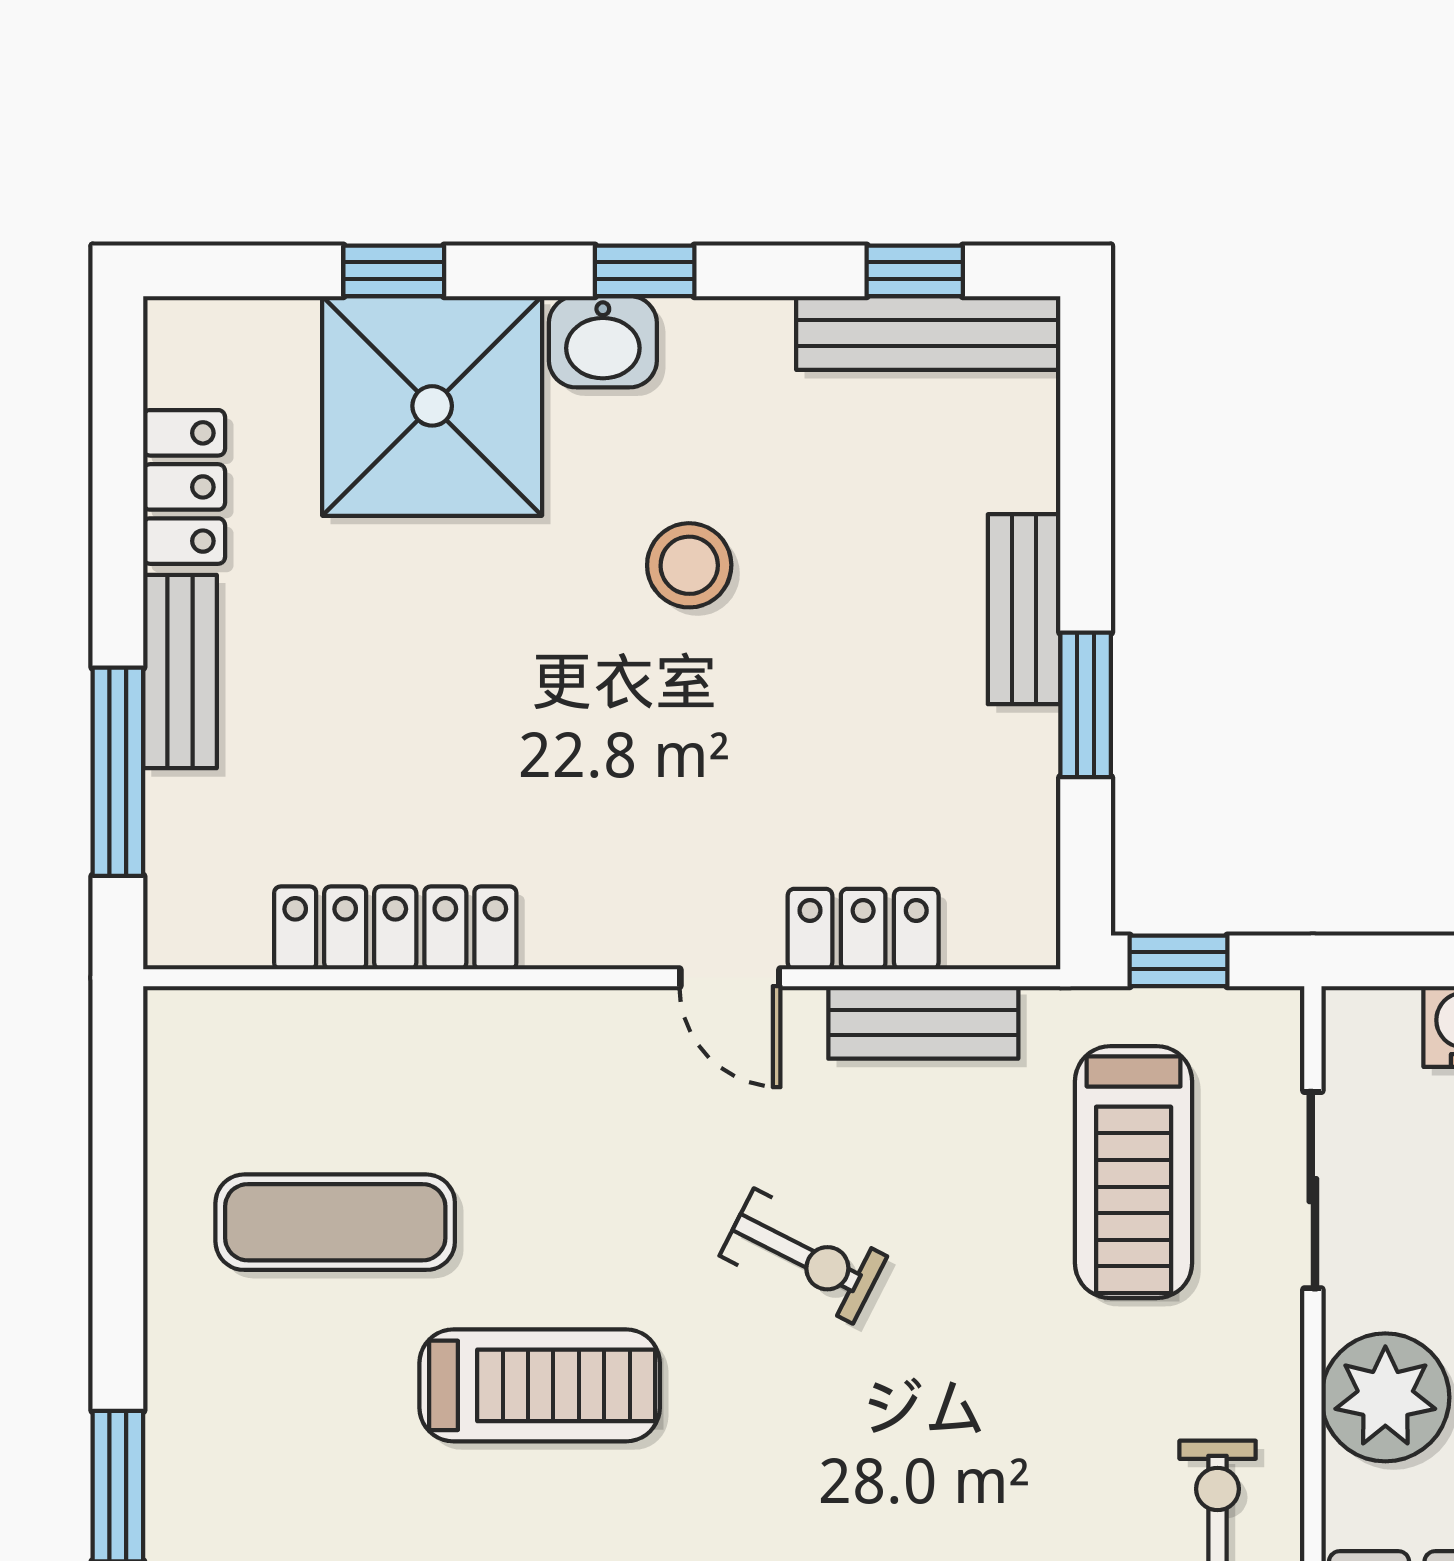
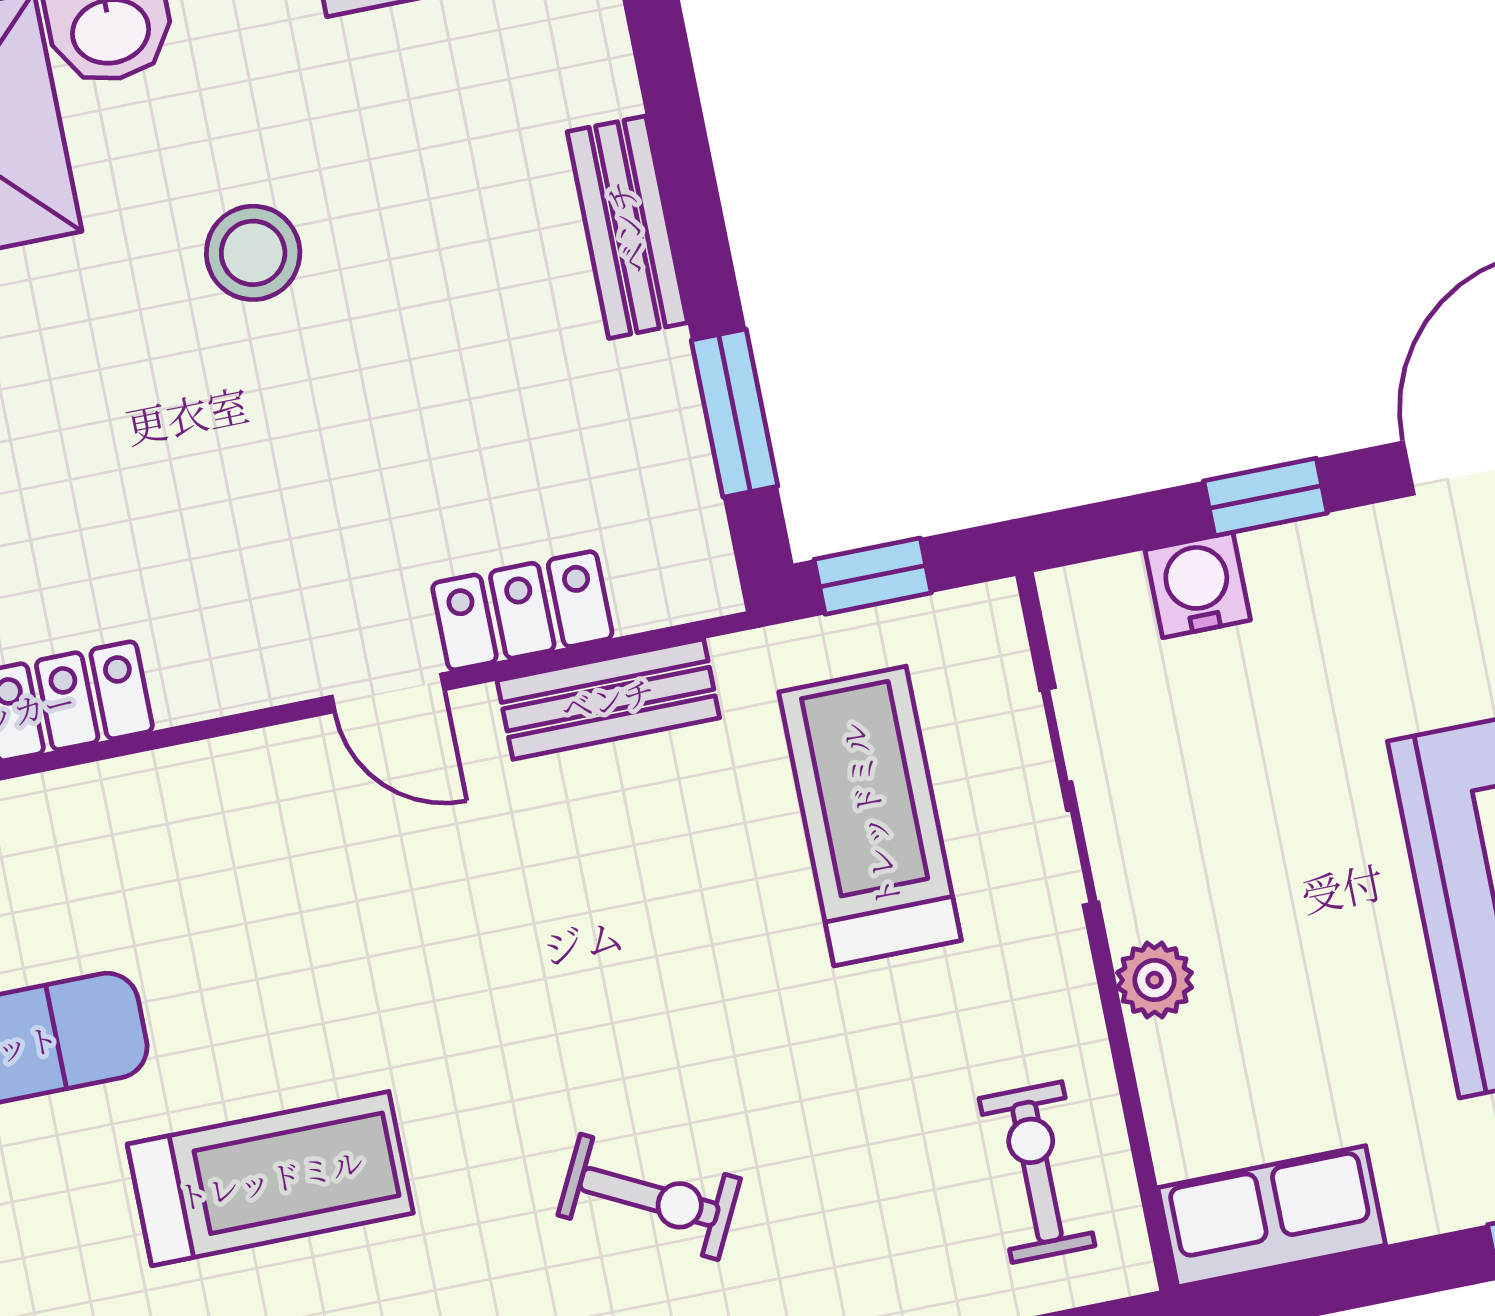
window: (1086, 705) -> (735, 413), moved
treadmill: (1134, 1172) -> (870, 816), turned 180
exercise bike: (803, 1256) -> (649, 1197), moved
plant: (1385, 1397) -> (1155, 980), width x0.53, depth x0.53

